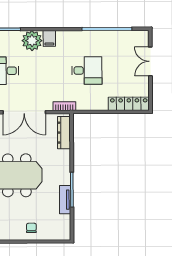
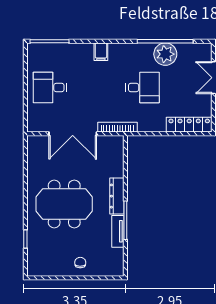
plant: (32, 41) -> (165, 54), moved
bookcase: (64, 106) -> (117, 127), width x1.56
dresser: (64, 133) -> (117, 196), moved

